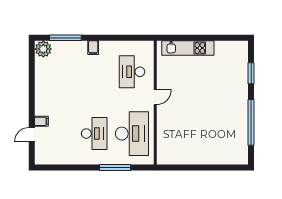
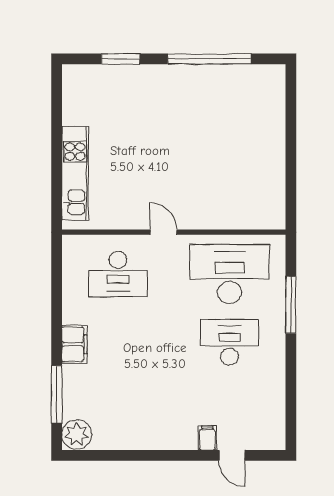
filing cabinet: (93, 48) -> (74, 344), width x2.00

